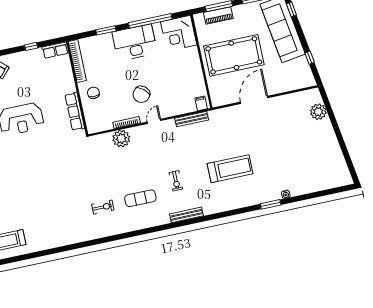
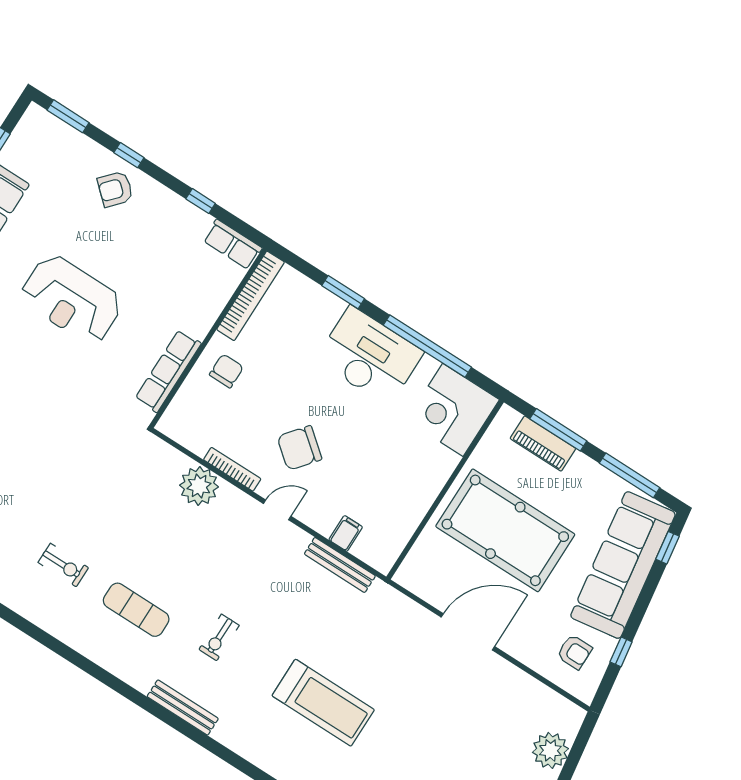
armchair: (295, 72) -> (574, 652), added
filing cabinet: (201, 103) -> (346, 533), moved

